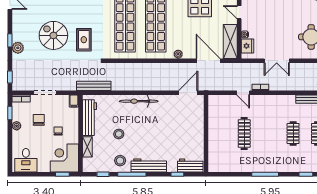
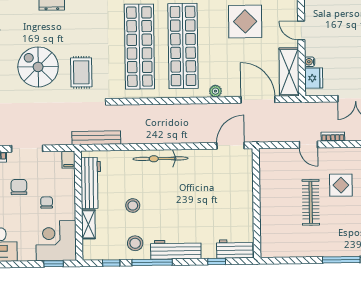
display table: (266, 122) -> (341, 185), added

